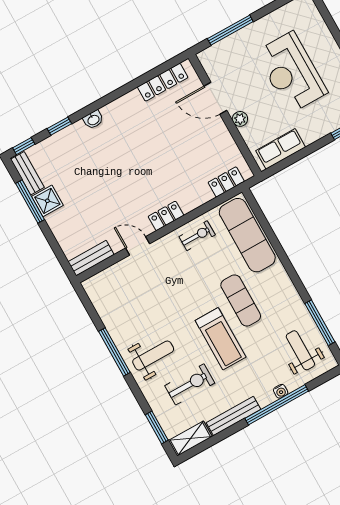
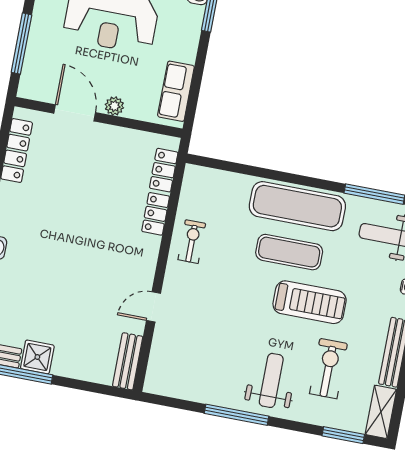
door: (215, 98) -> (75, 113), swing flipped
locker: (166, 216) -> (156, 214), moved
exercise mat: (247, 235) -> (297, 206), moved

